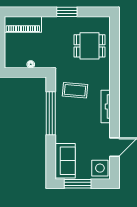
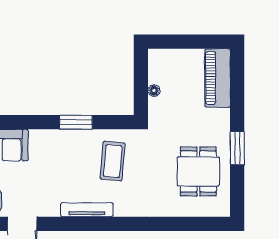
dining table: (90, 46) -> (198, 171), moved
window: (51, 113) -> (76, 122), width x0.47

